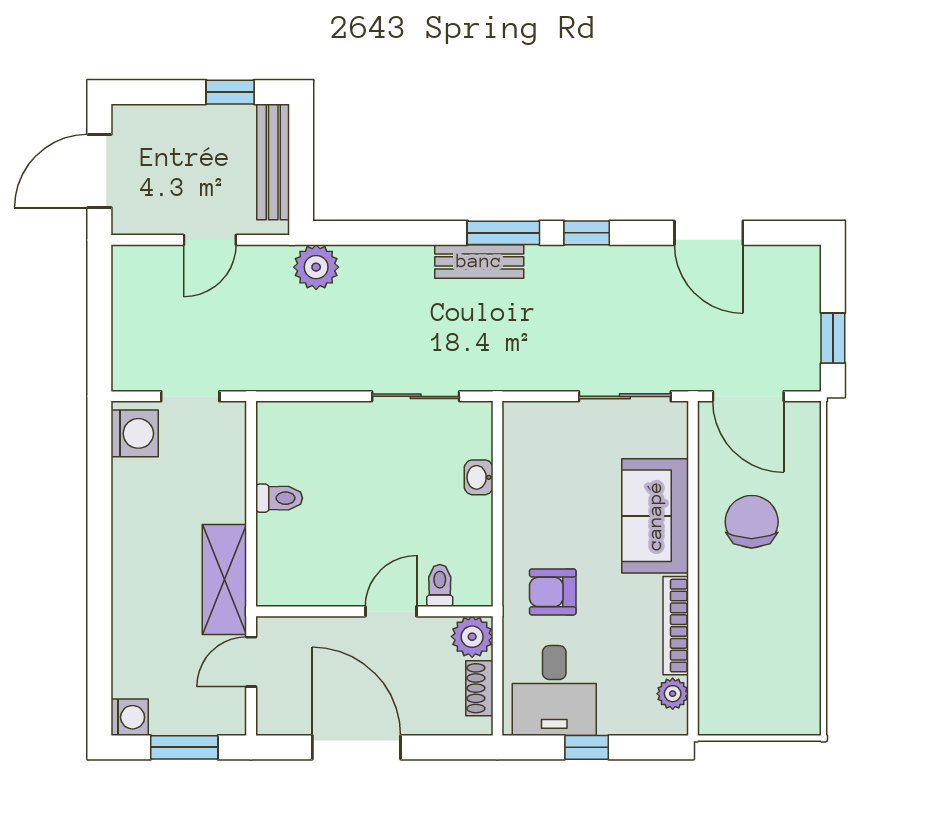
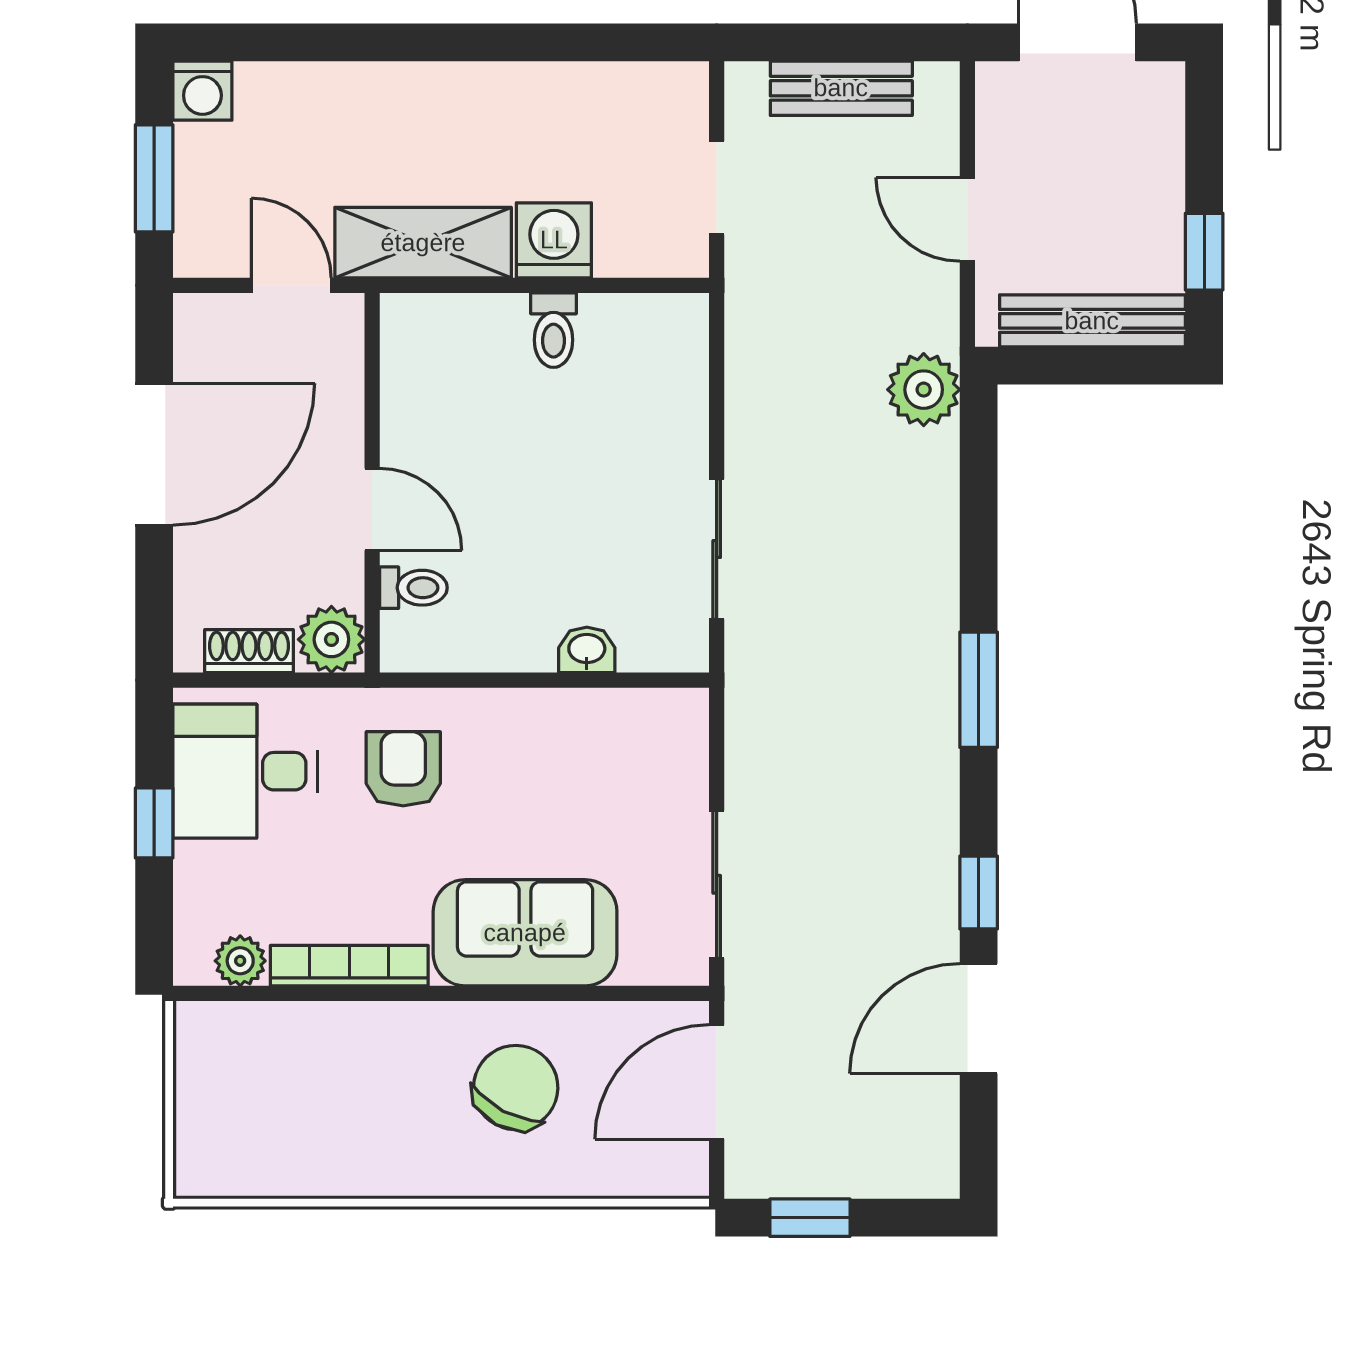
window: (587, 233) -> (979, 893), moved
bench: (479, 261) -> (841, 88), moved, turned 90
washing machine: (135, 433) -> (554, 240), moved, turned 180
chair: (752, 522) -> (516, 1088), turned -62

